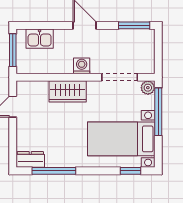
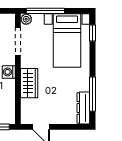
dresser: (30, 159) -> (83, 108), width x1.44

